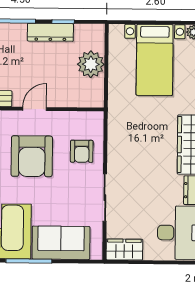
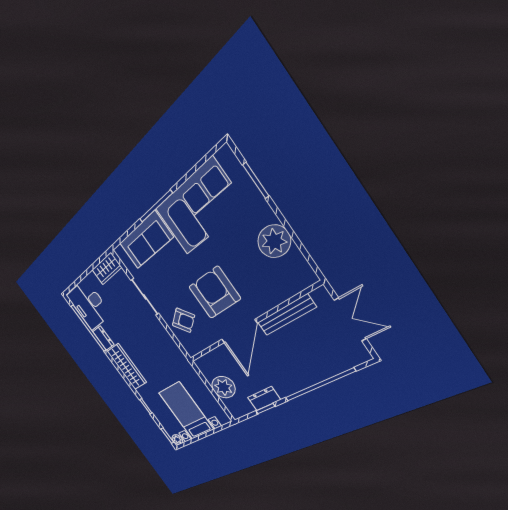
dresser: (50, 32) -> (264, 399), width x0.70
door: (35, 109) -> (239, 331), width x1.87
armchair: (82, 151) -> (183, 320), turned 143

